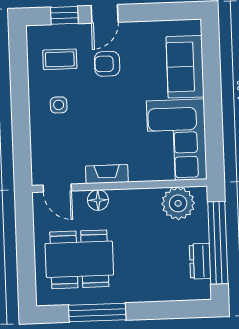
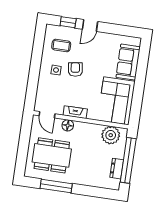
armchair: (107, 64) -> (75, 69), moved, turned 82

